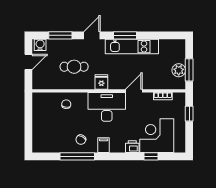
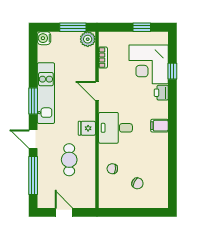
window: (60, 35) -> (33, 176), width x1.44
water cooler: (40, 45) -> (44, 38), moved
plant: (179, 70) -> (88, 39), moved
desk: (107, 107) -> (116, 128), width x0.73
window: (189, 114) -> (142, 27), moved
chair: (81, 140) -> (137, 183), moved
window: (77, 156) -> (172, 156), removed

